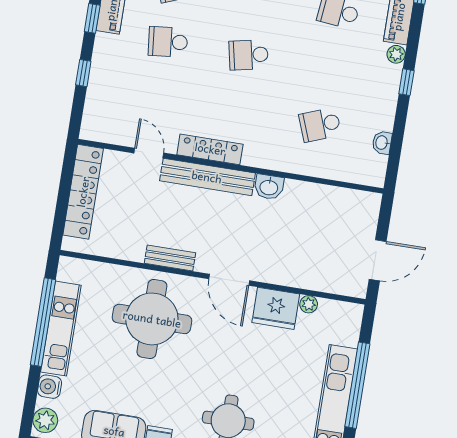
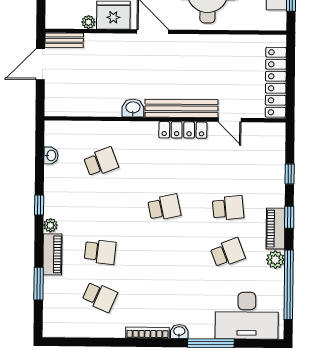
bench: (170, 258) -> (64, 40), moved

